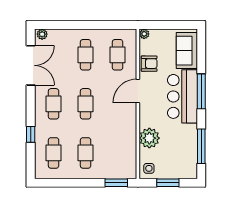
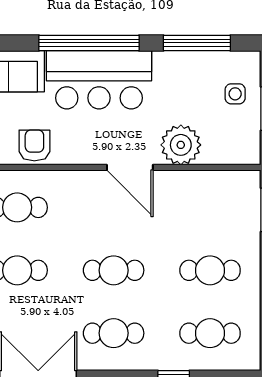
door: (138, 91) -> (130, 167), moved
window: (201, 91) -> (89, 43), width x1.46
side table: (149, 168) -> (235, 94), moved

